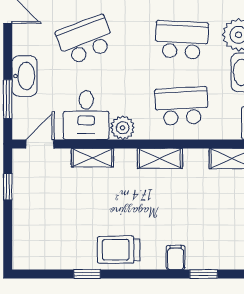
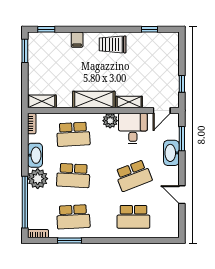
shelving: (160, 158) -> (94, 99), width x1.50, depth x1.33
trolley: (119, 250) -> (113, 44), turned 180
window: (87, 274) -> (149, 29), moved
window: (204, 274) -> (46, 29), moved

